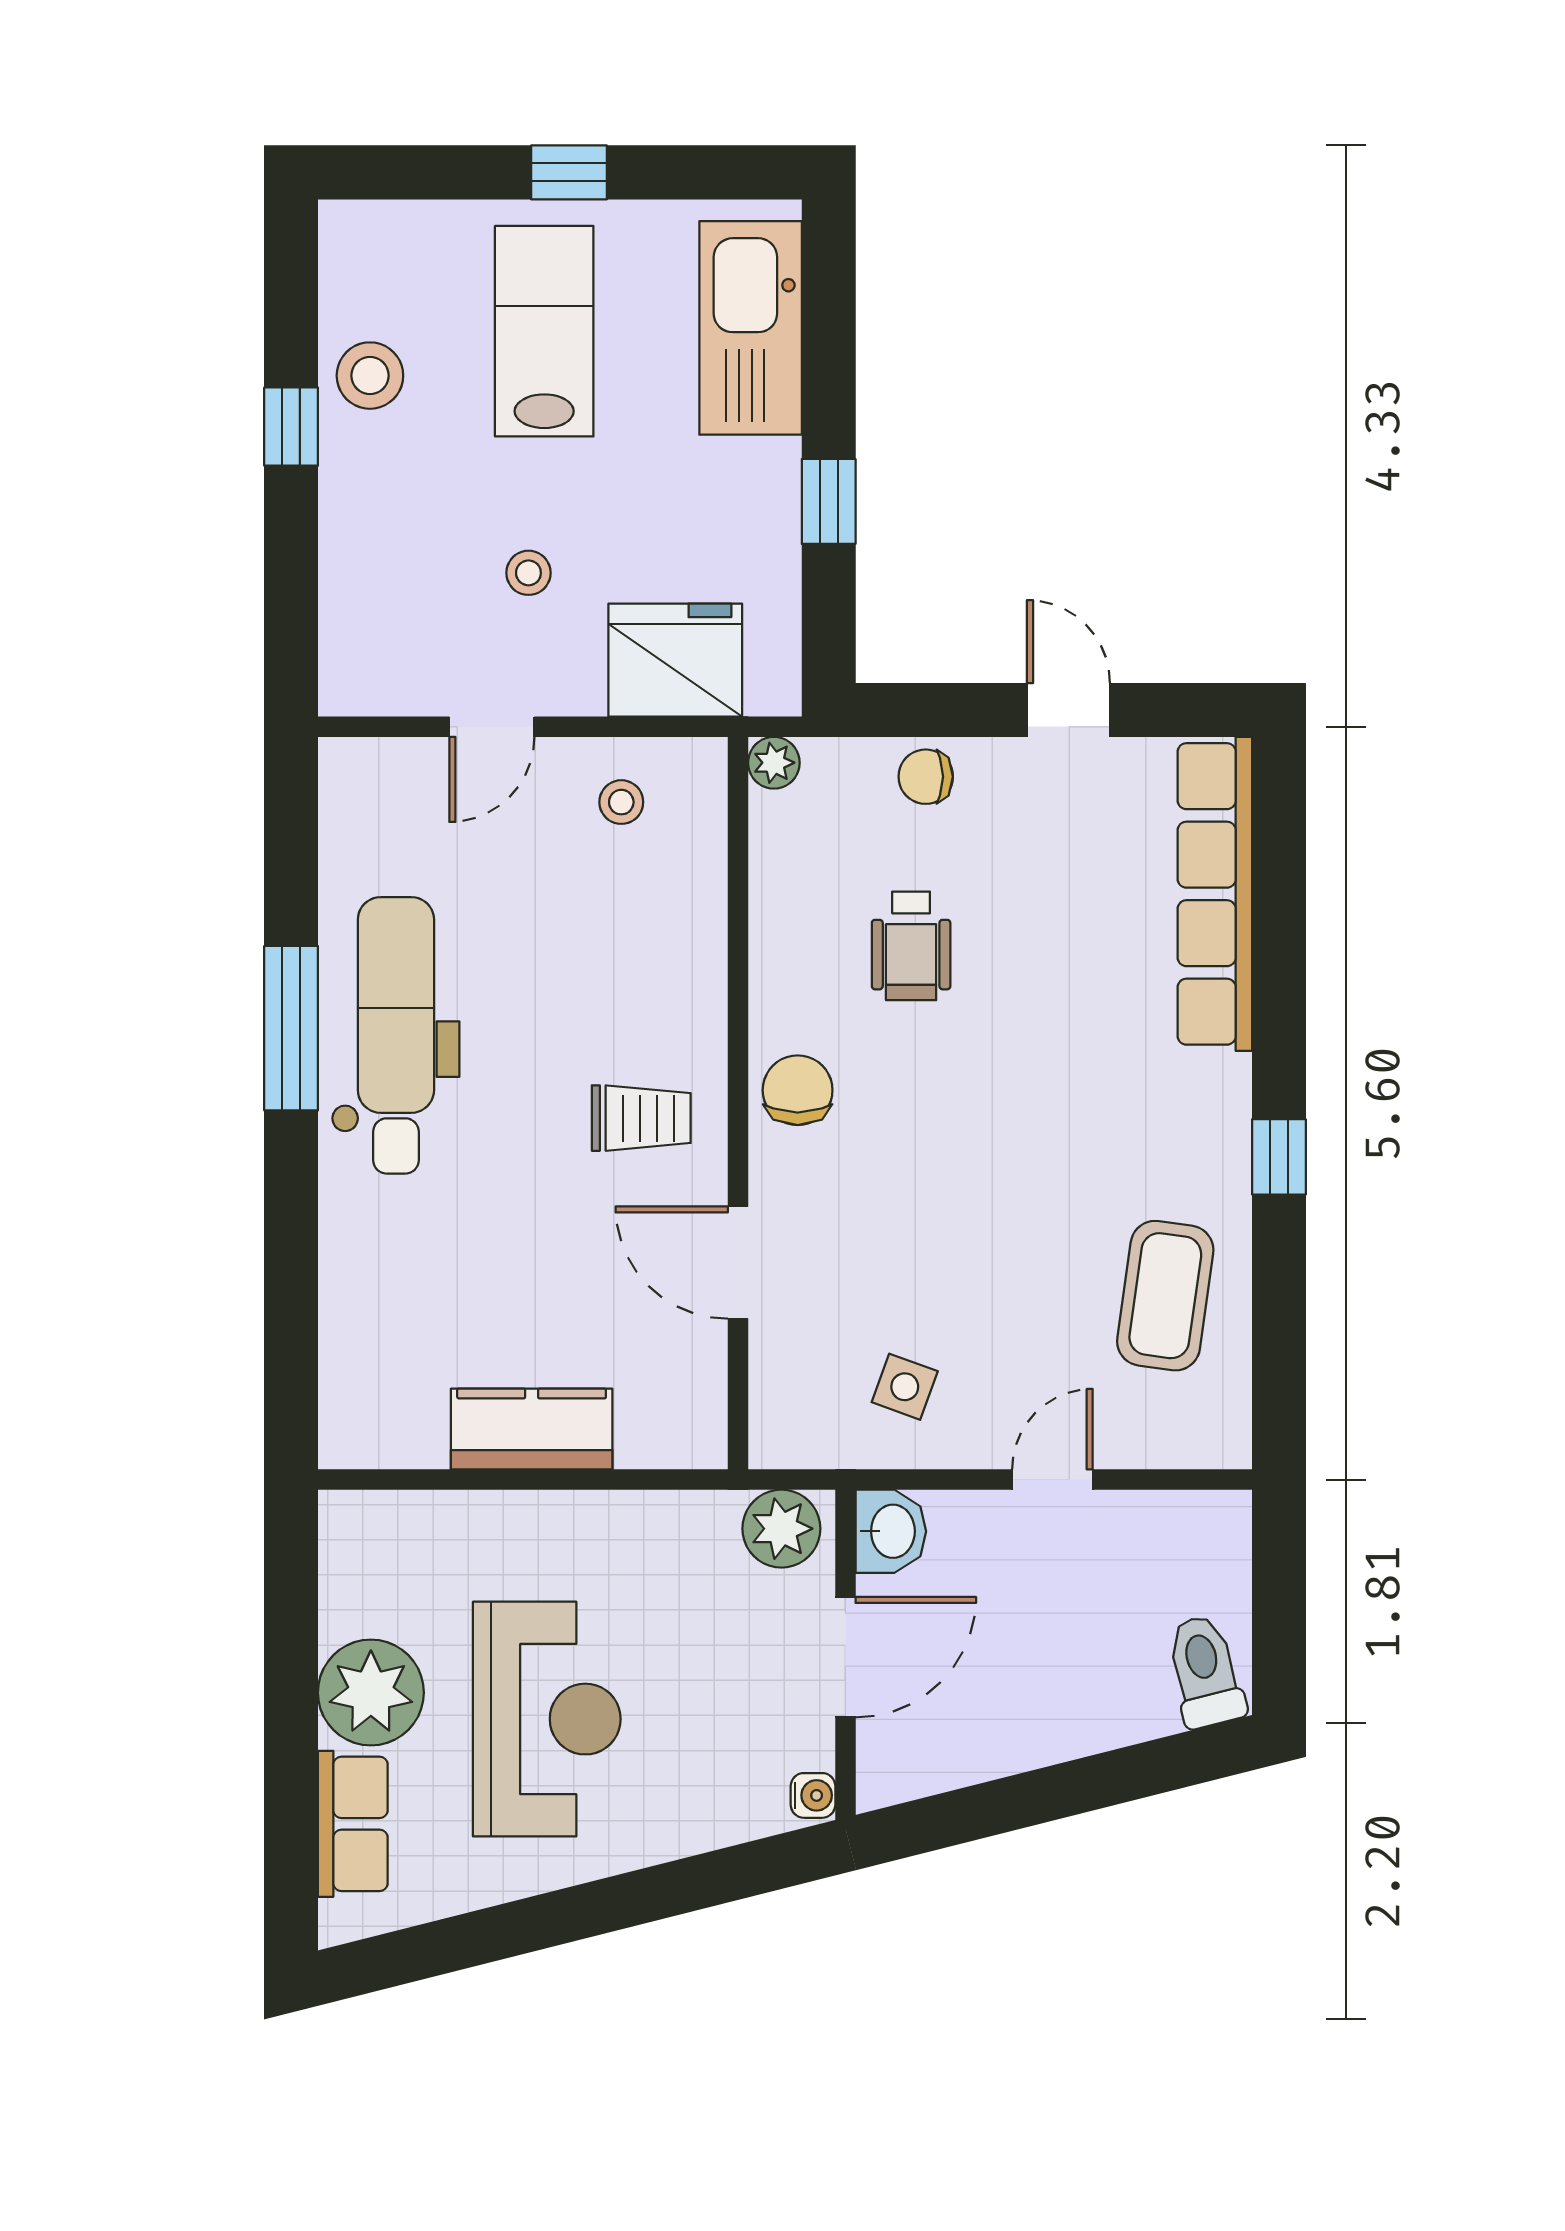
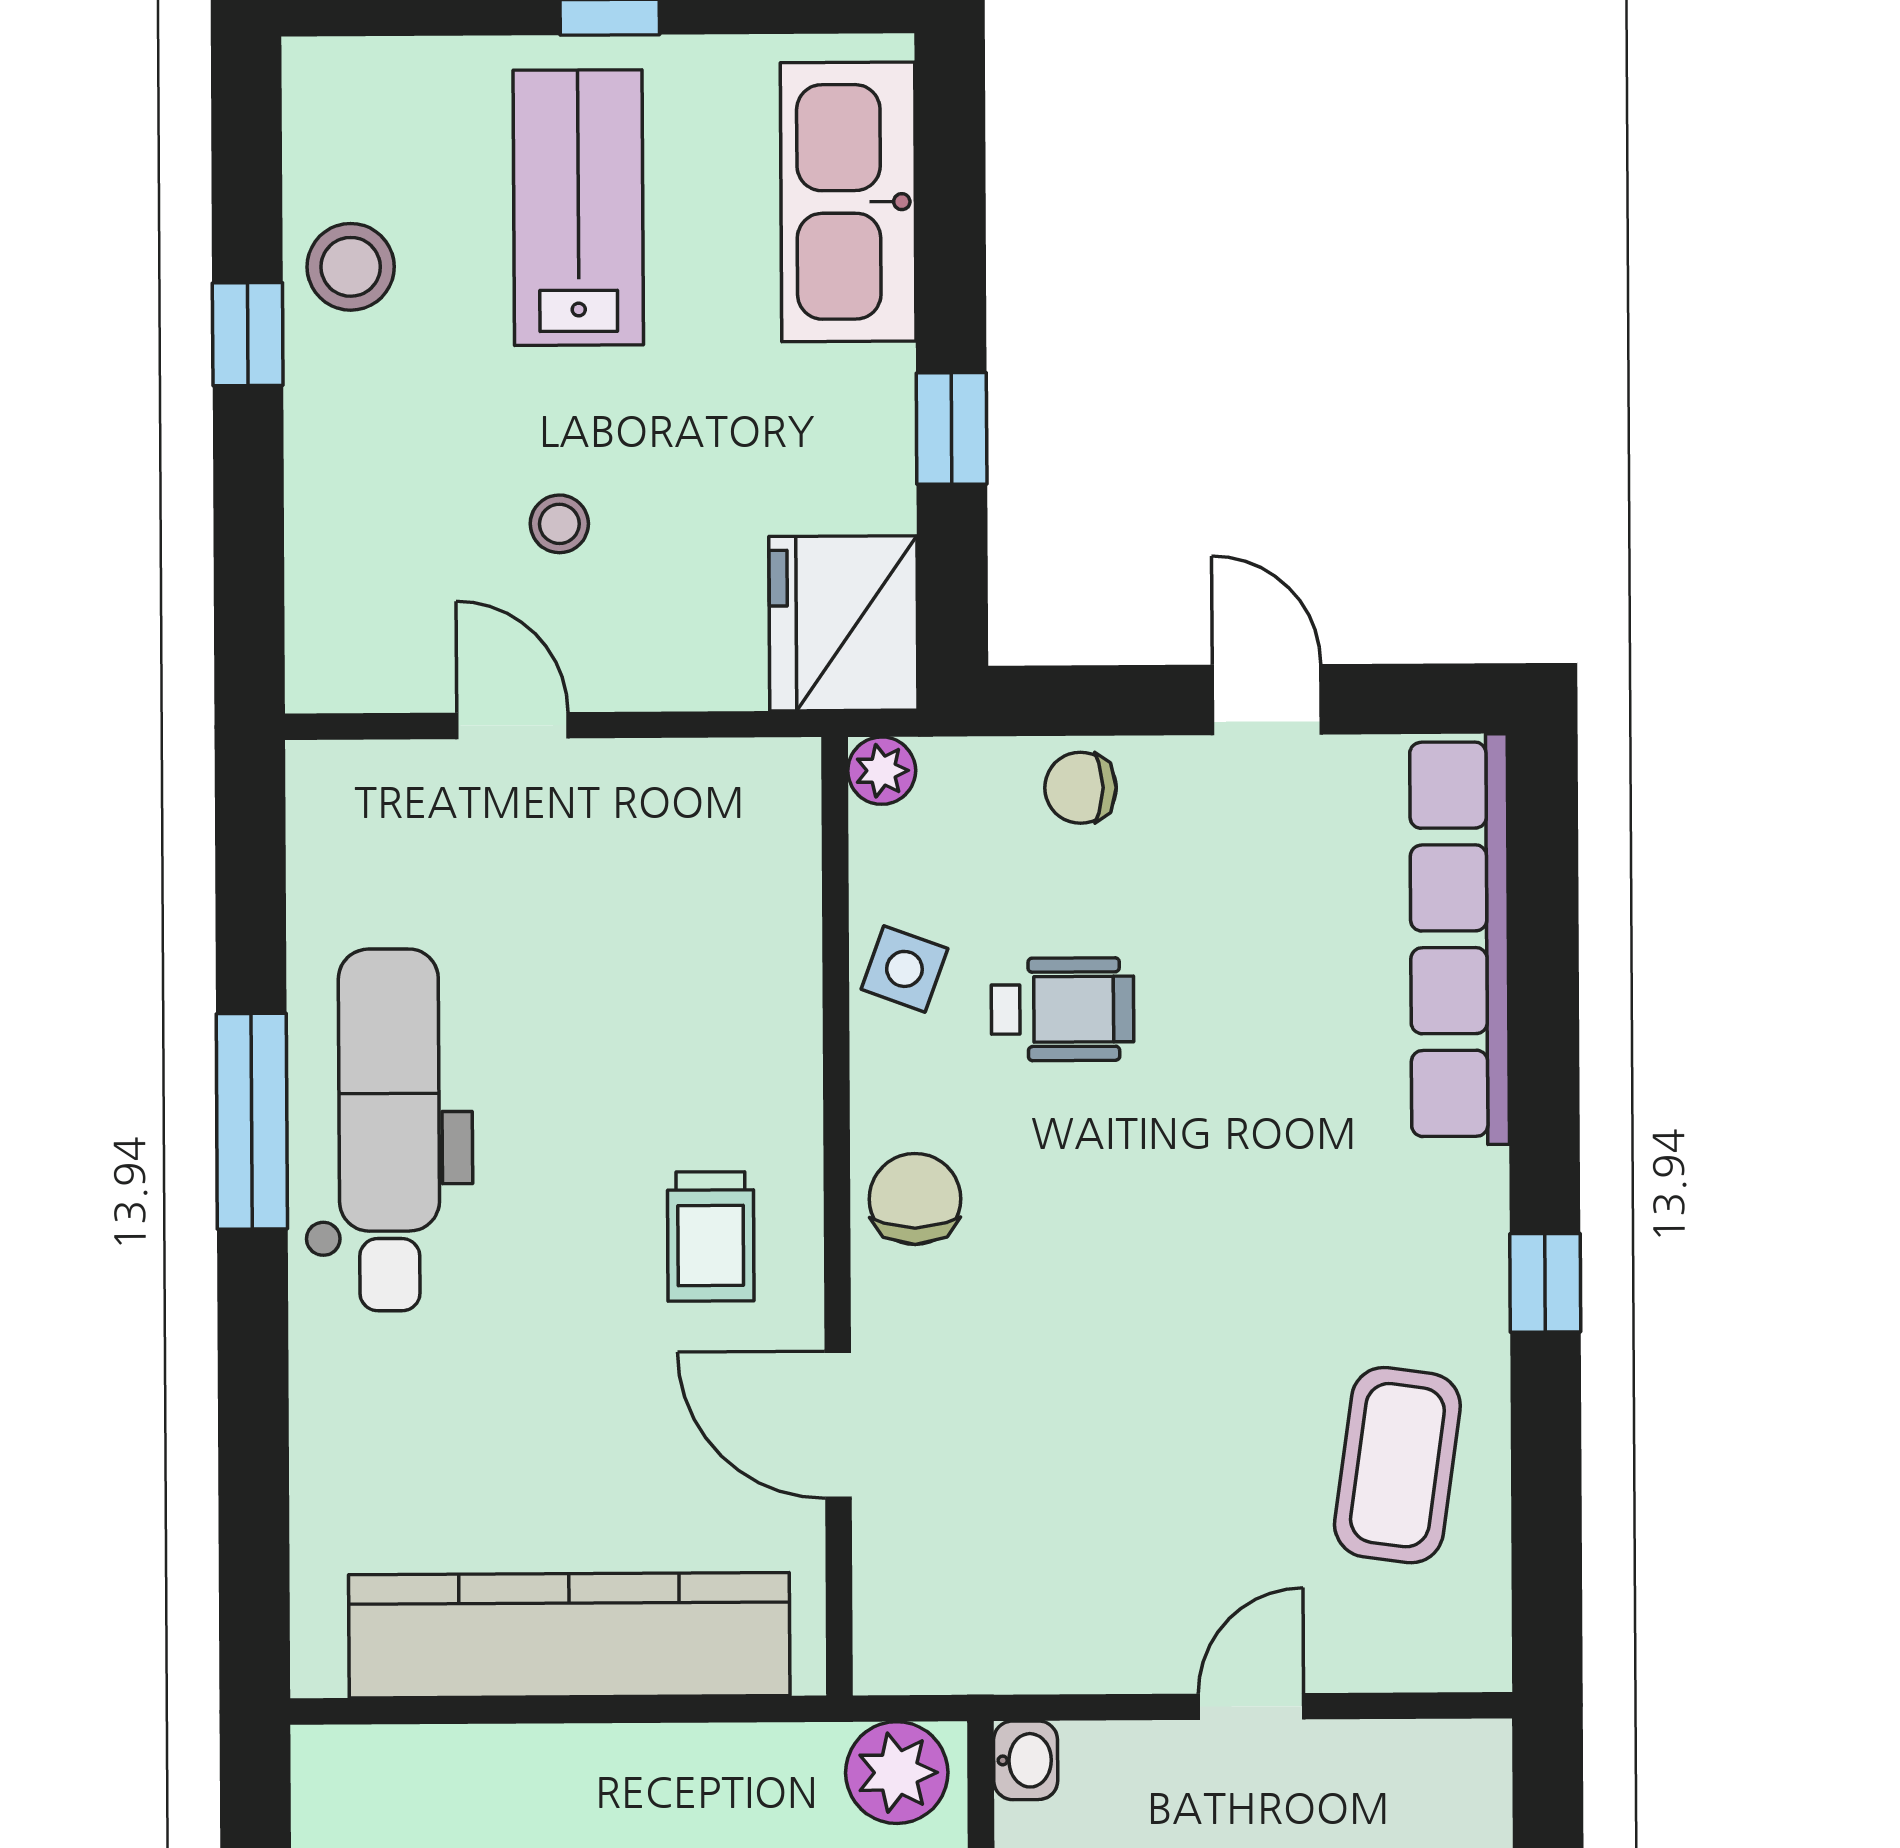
fridge: (675, 660) -> (843, 623), moved, turned -90
door: (492, 727) -> (513, 726), swing flipped
stool: (621, 802) -> (682, 823), removed
wheelchair: (911, 946) -> (1062, 1009), turned -90
trolley: (641, 1118) -> (711, 1236), turned 90
side table: (905, 1387) -> (904, 969), moved
kitchen counter: (532, 1429) -> (569, 1635), width x2.08, depth x1.17
washbasin: (891, 1531) -> (1026, 1760), width x0.72, depth x0.69

